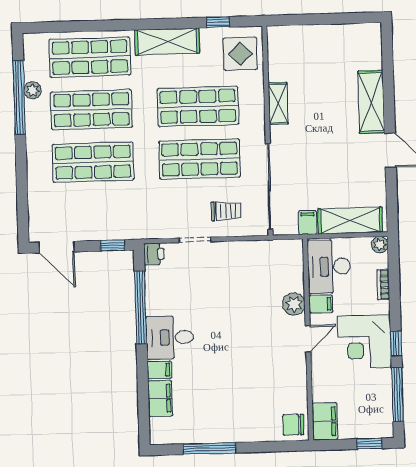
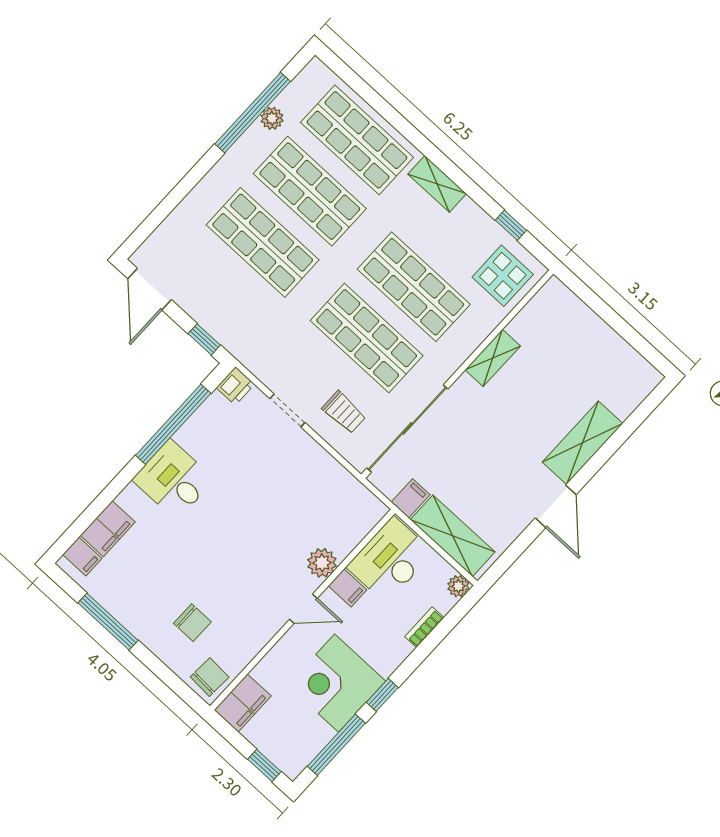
shelving: (167, 42) -> (437, 184), width x0.67, depth x0.75
corner desk: (365, 342) -> (337, 683), moved
filing cabinet: (159, 370) -> (82, 557), moved
chair: (255, 405) -> (192, 623), added
chair: (293, 425) -> (210, 677), turned 93

